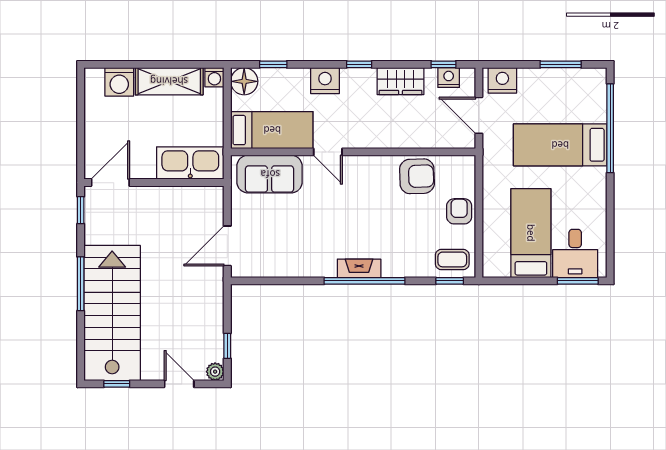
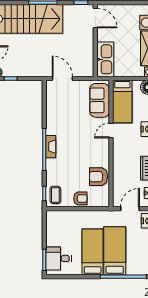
armchair: (417, 176) -> (98, 177), turned 92
bed: (531, 233) -> (93, 252), moved, turned -90

